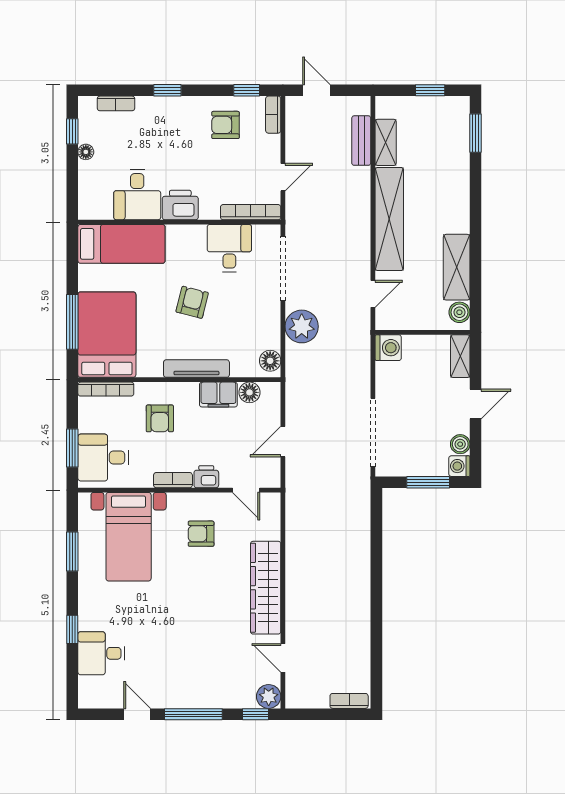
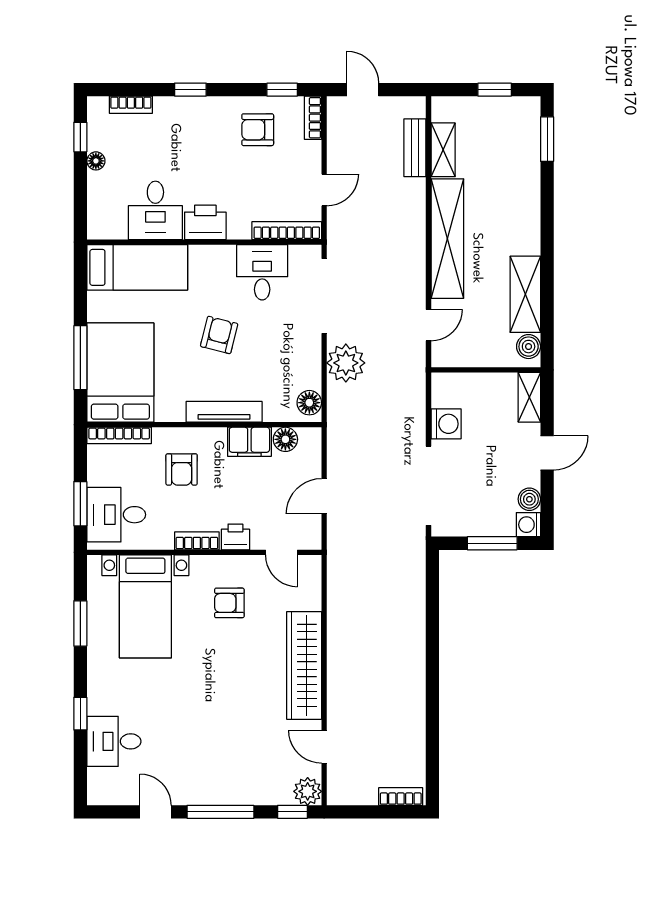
washing machine: (388, 348) -> (446, 424), moved

